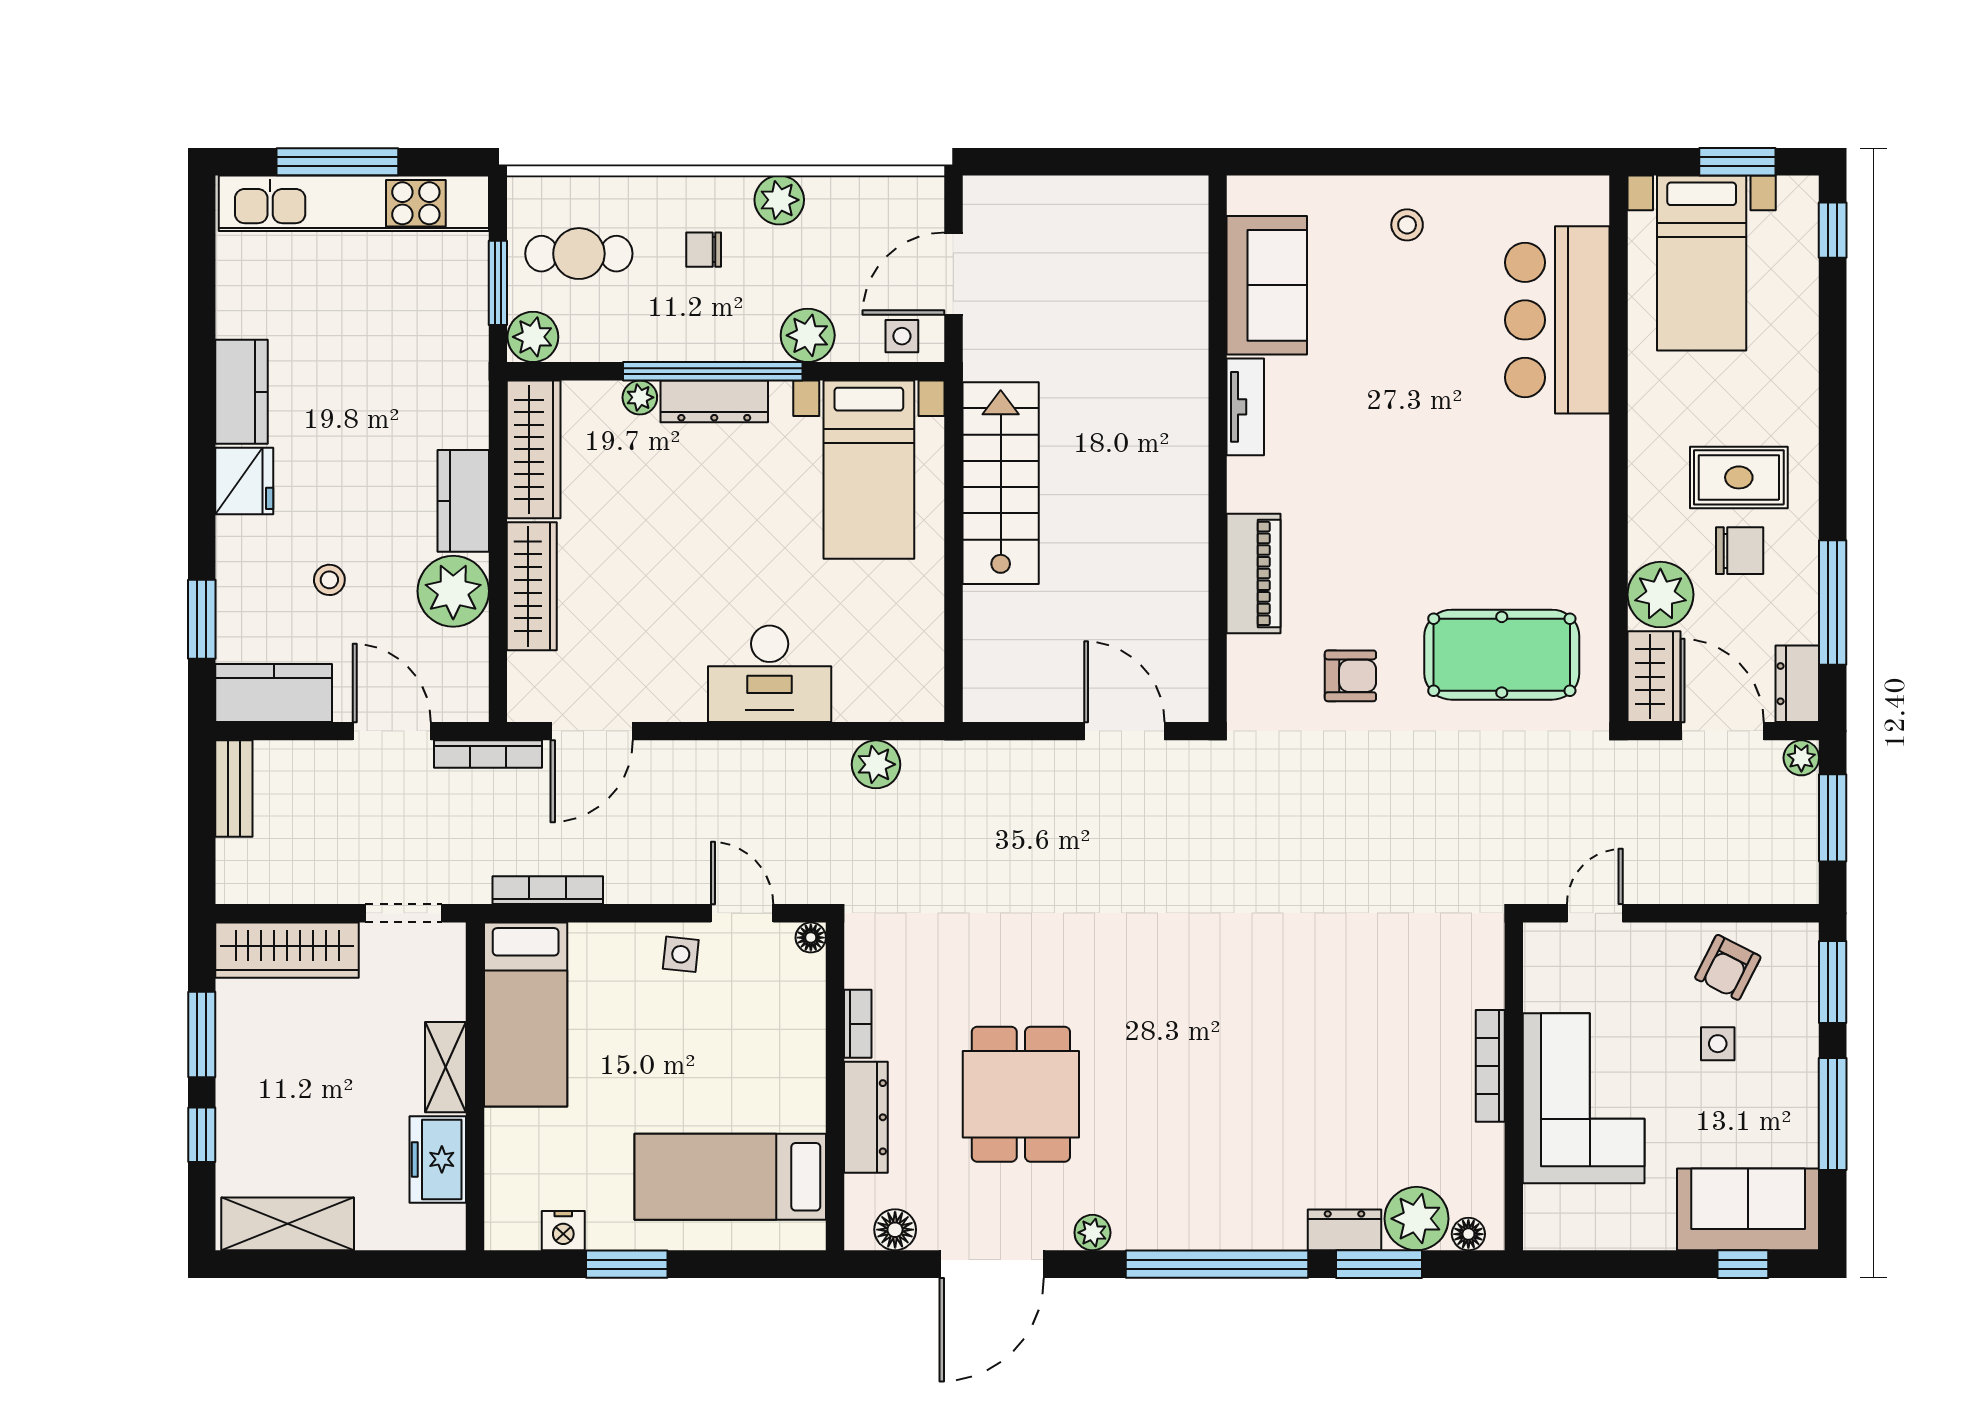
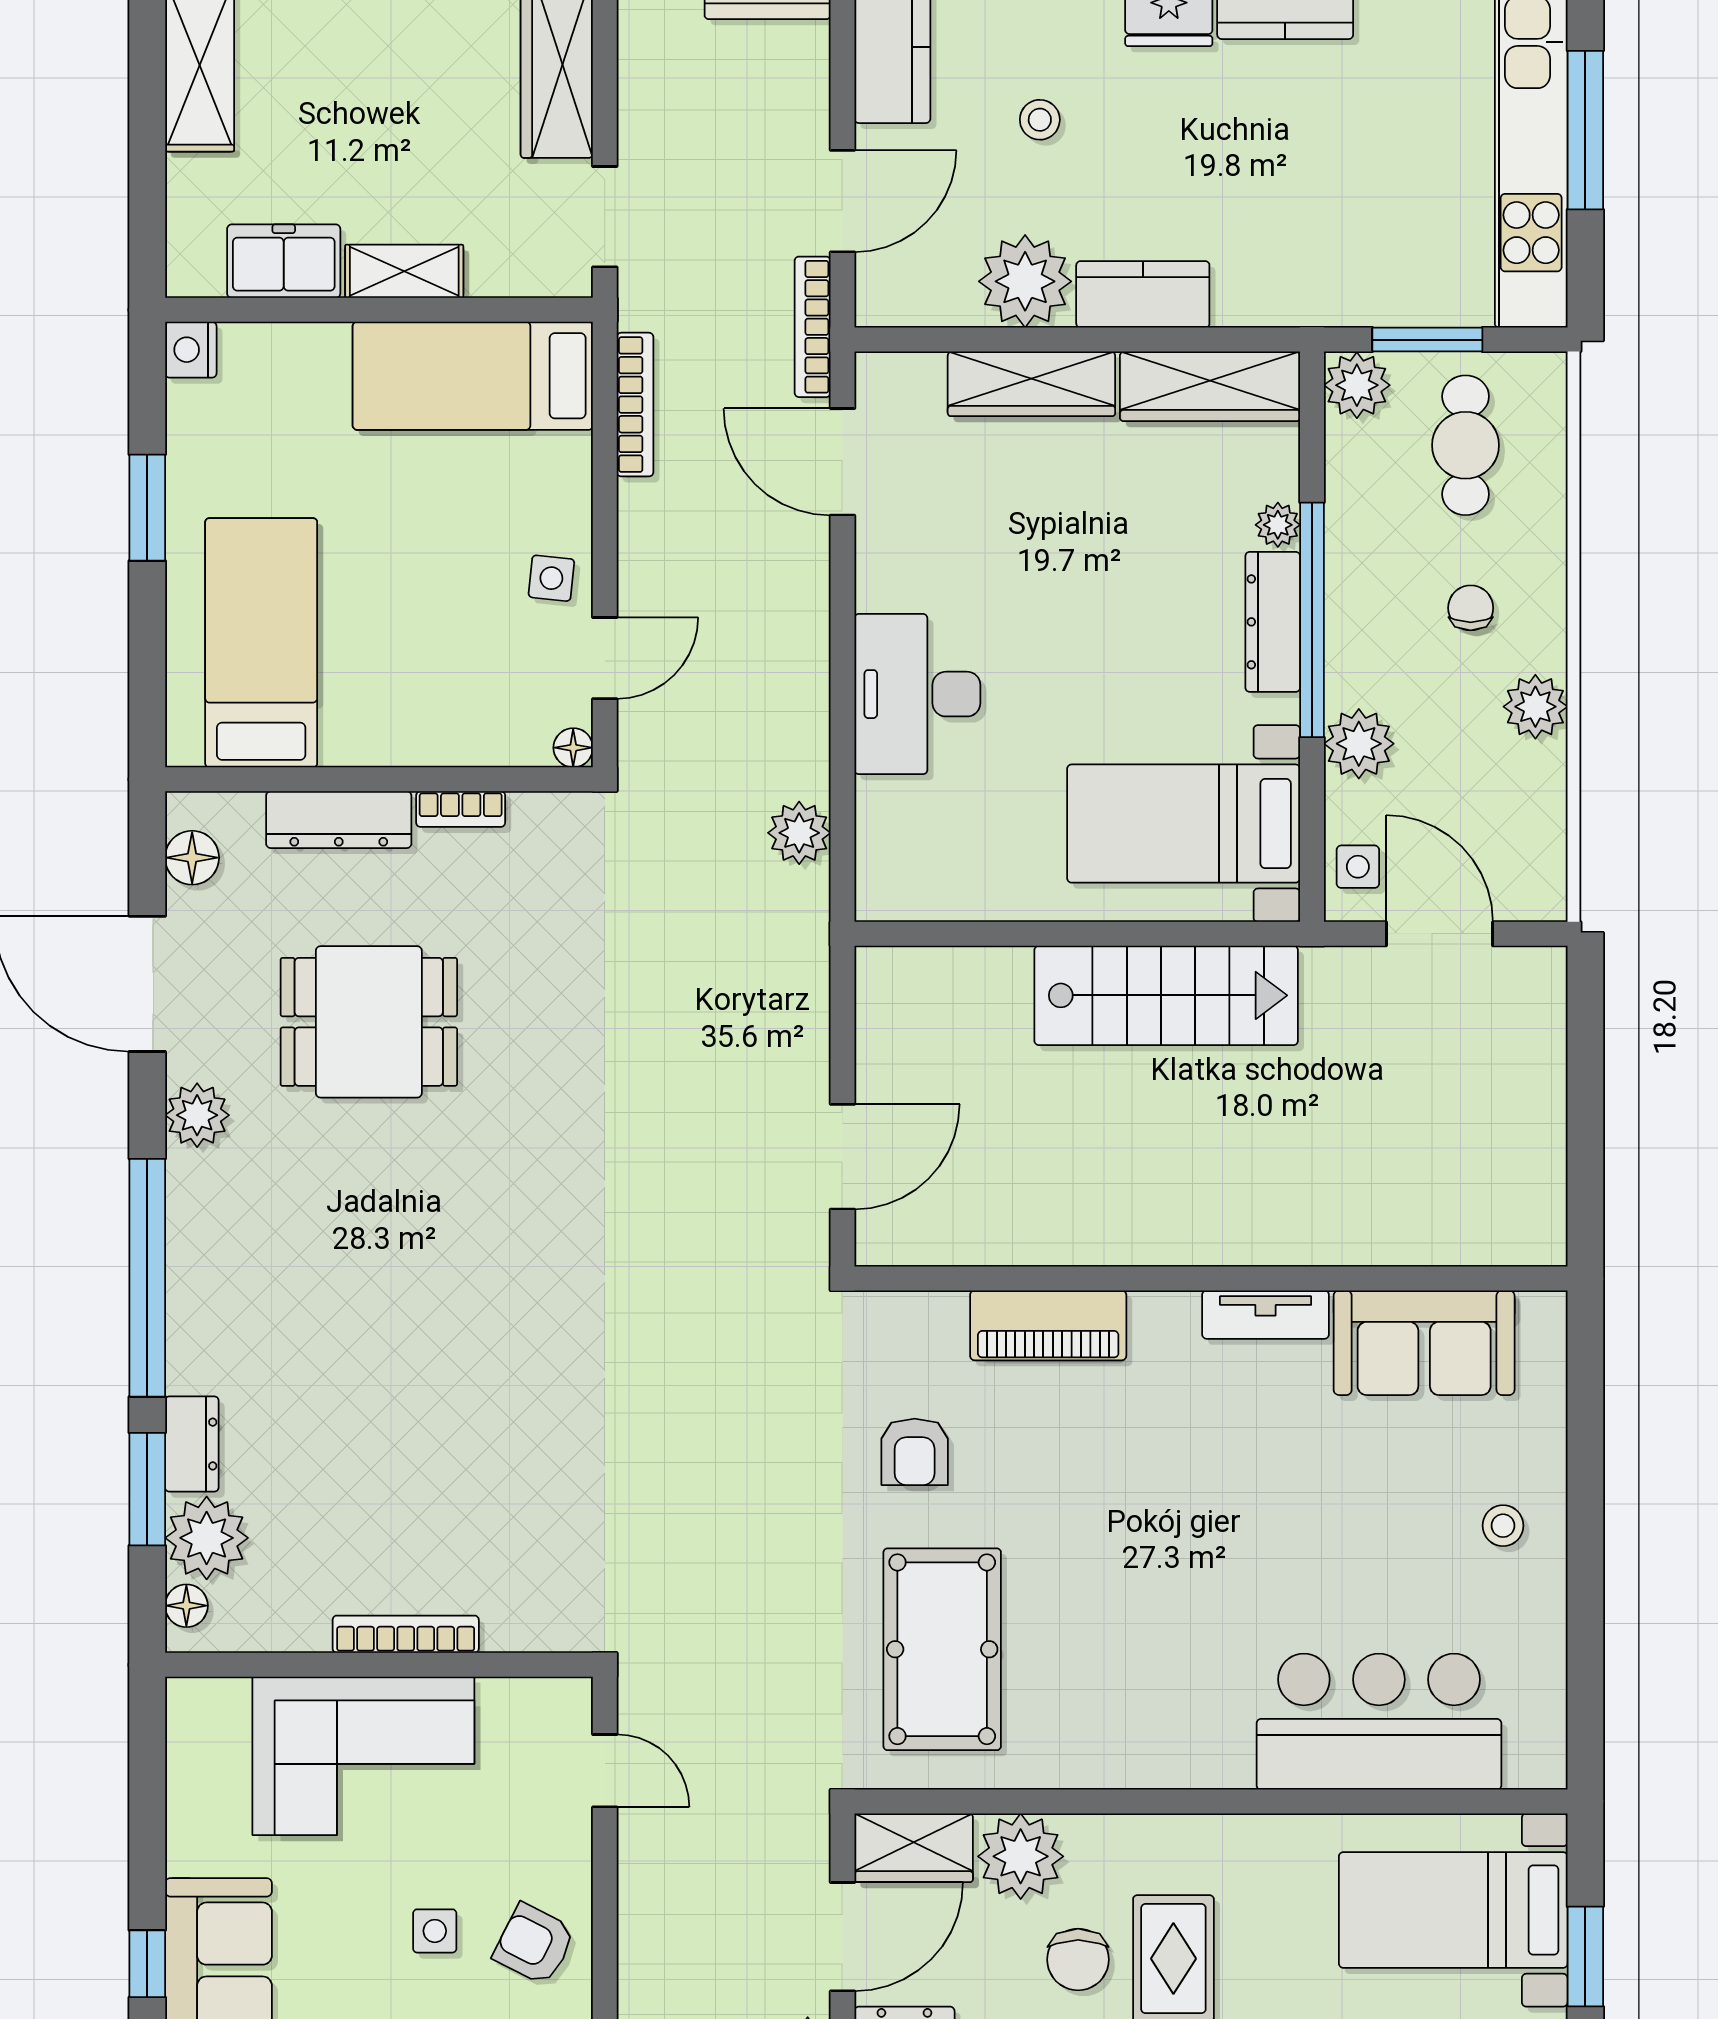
nightstand: (563, 1231) -> (191, 350), moved
plant: (1092, 1233) -> (197, 1115), width x1.38, depth x1.38

